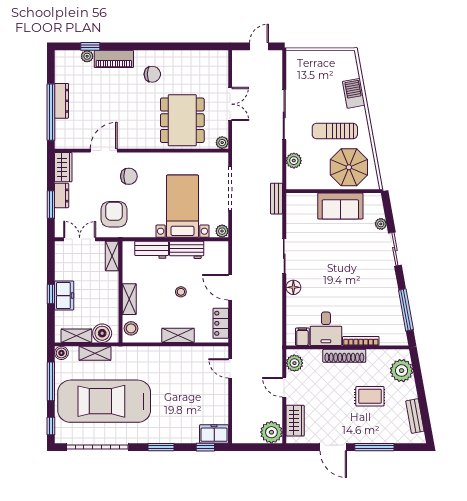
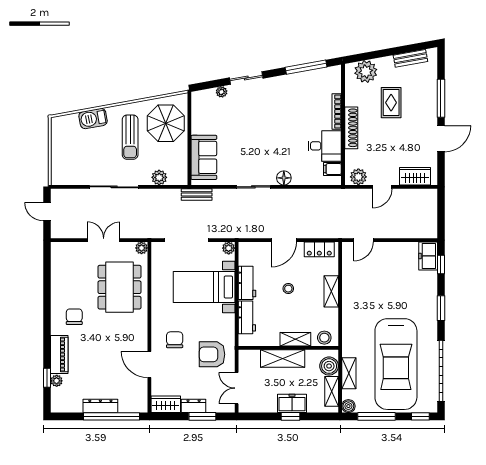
dining table: (182, 120) -> (120, 287), turned 90
sofa: (340, 206) -> (204, 157), moved
shelving: (112, 256) -> (283, 359), moved, width x1.50, depth x1.33
plant: (271, 432) -> (426, 199), removed

